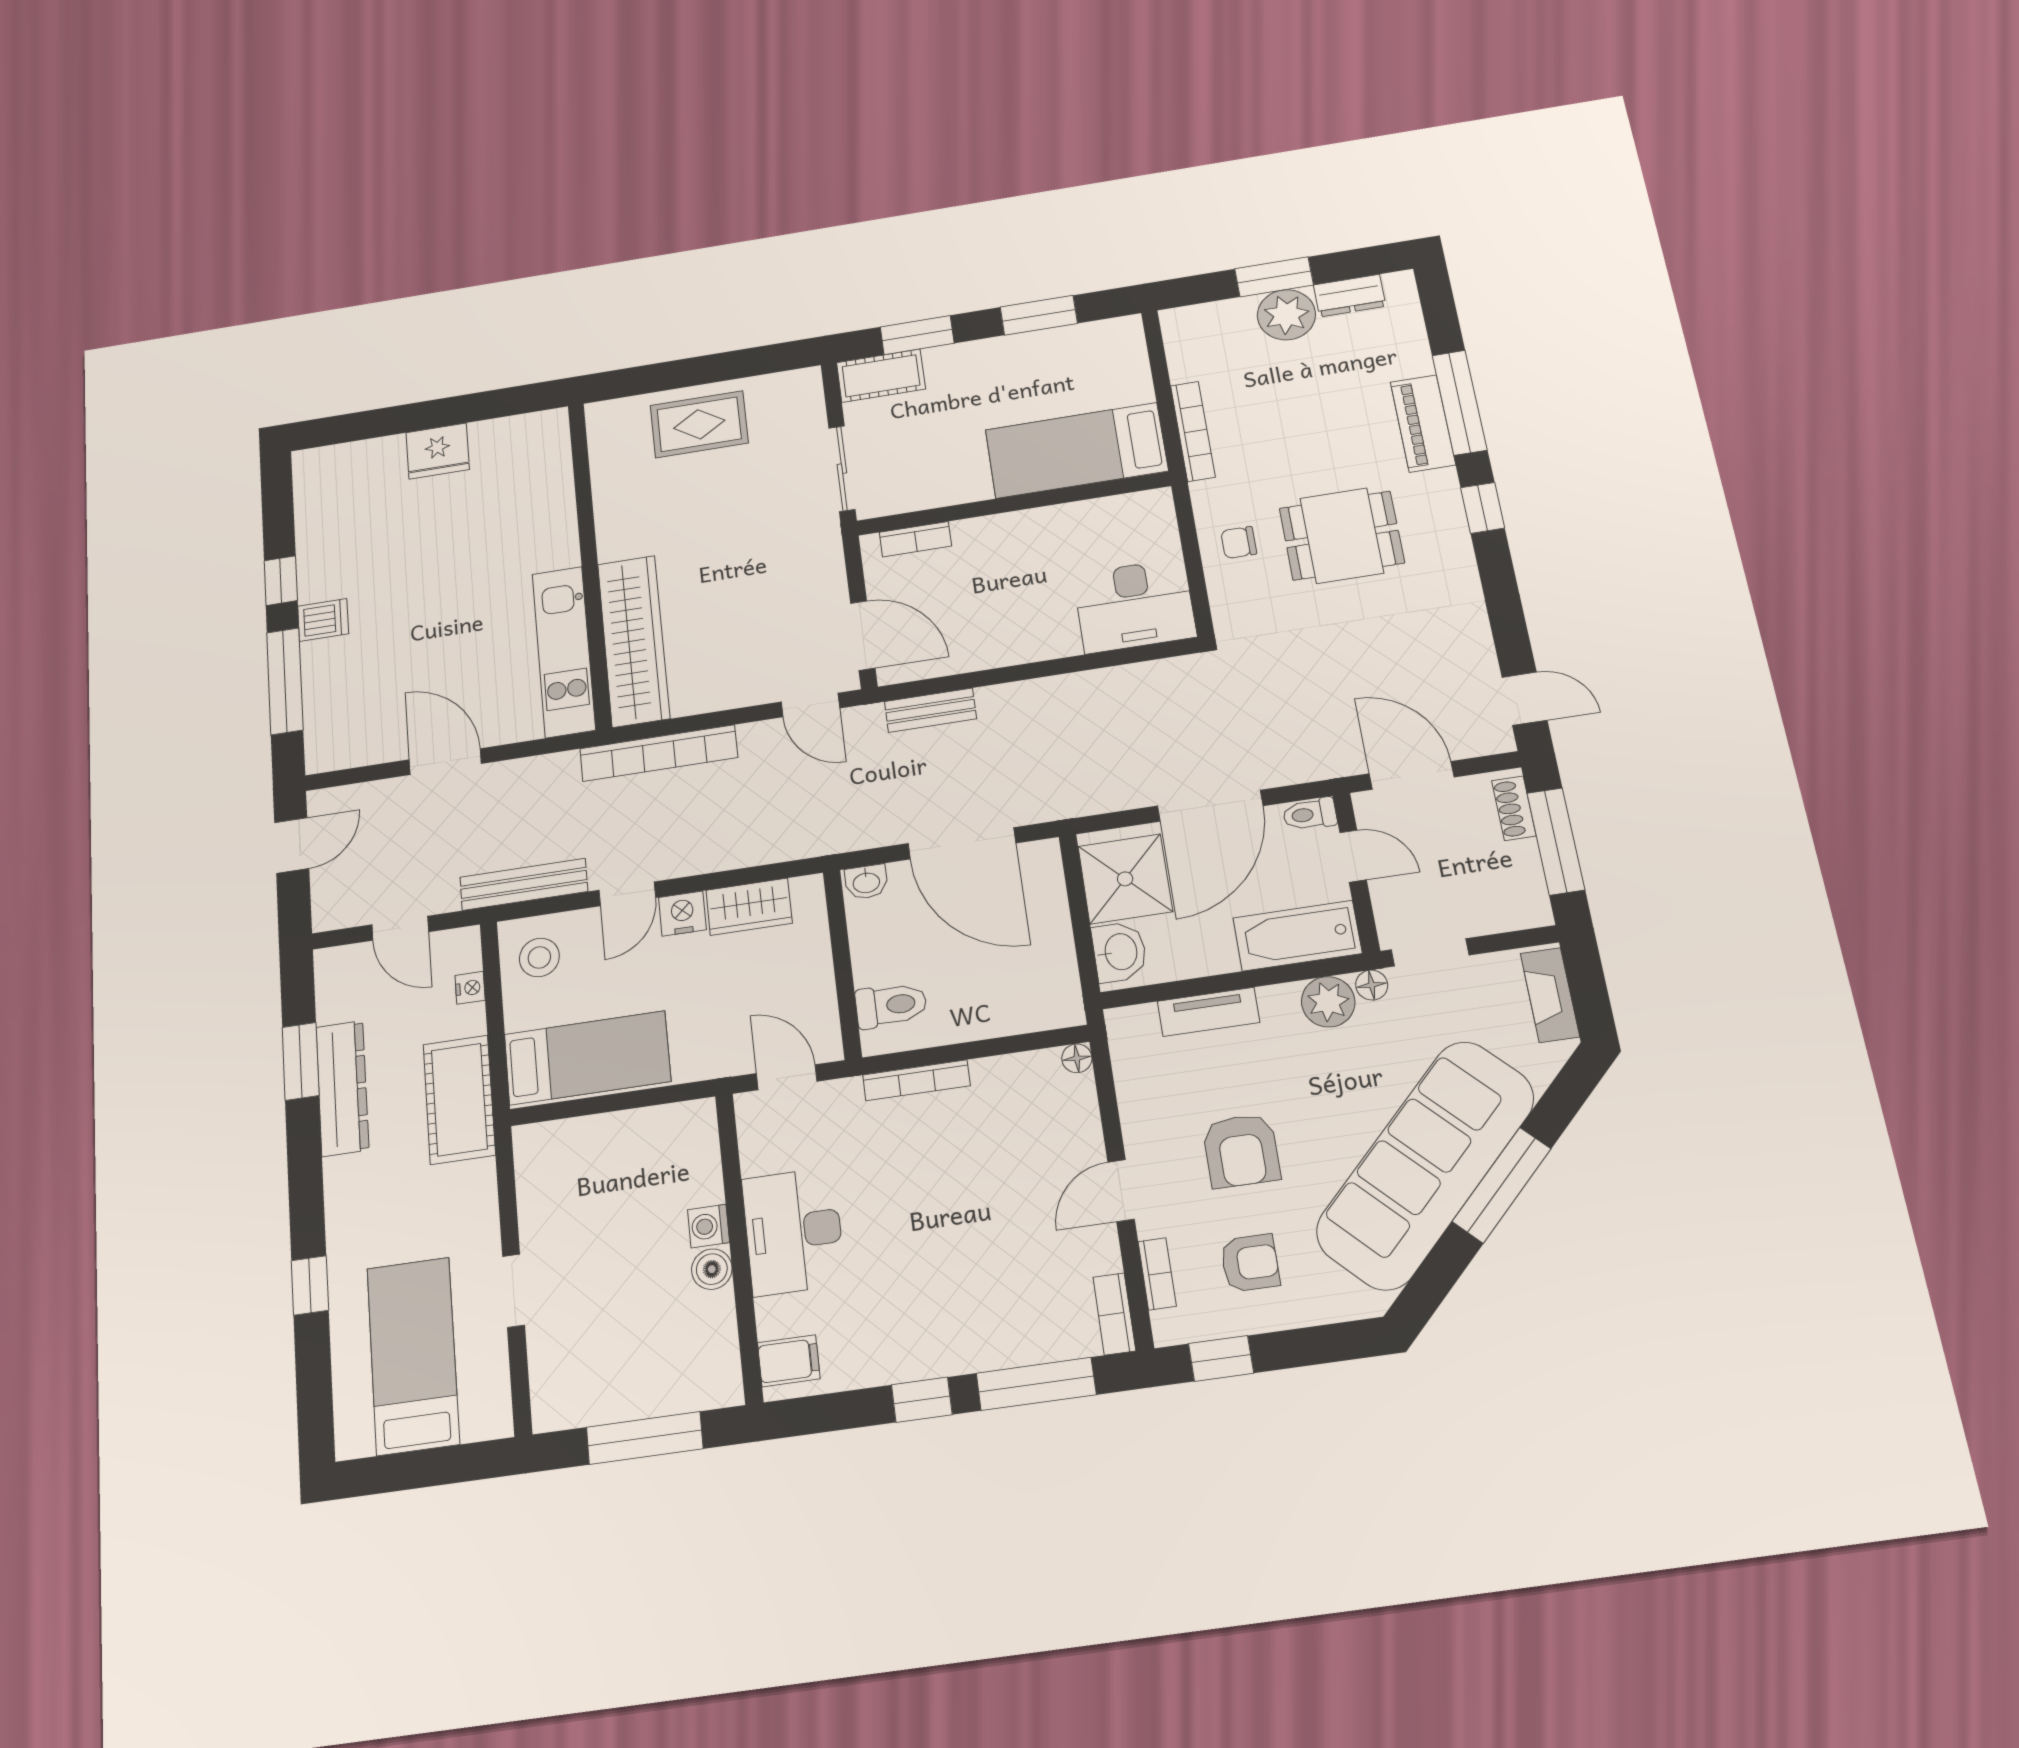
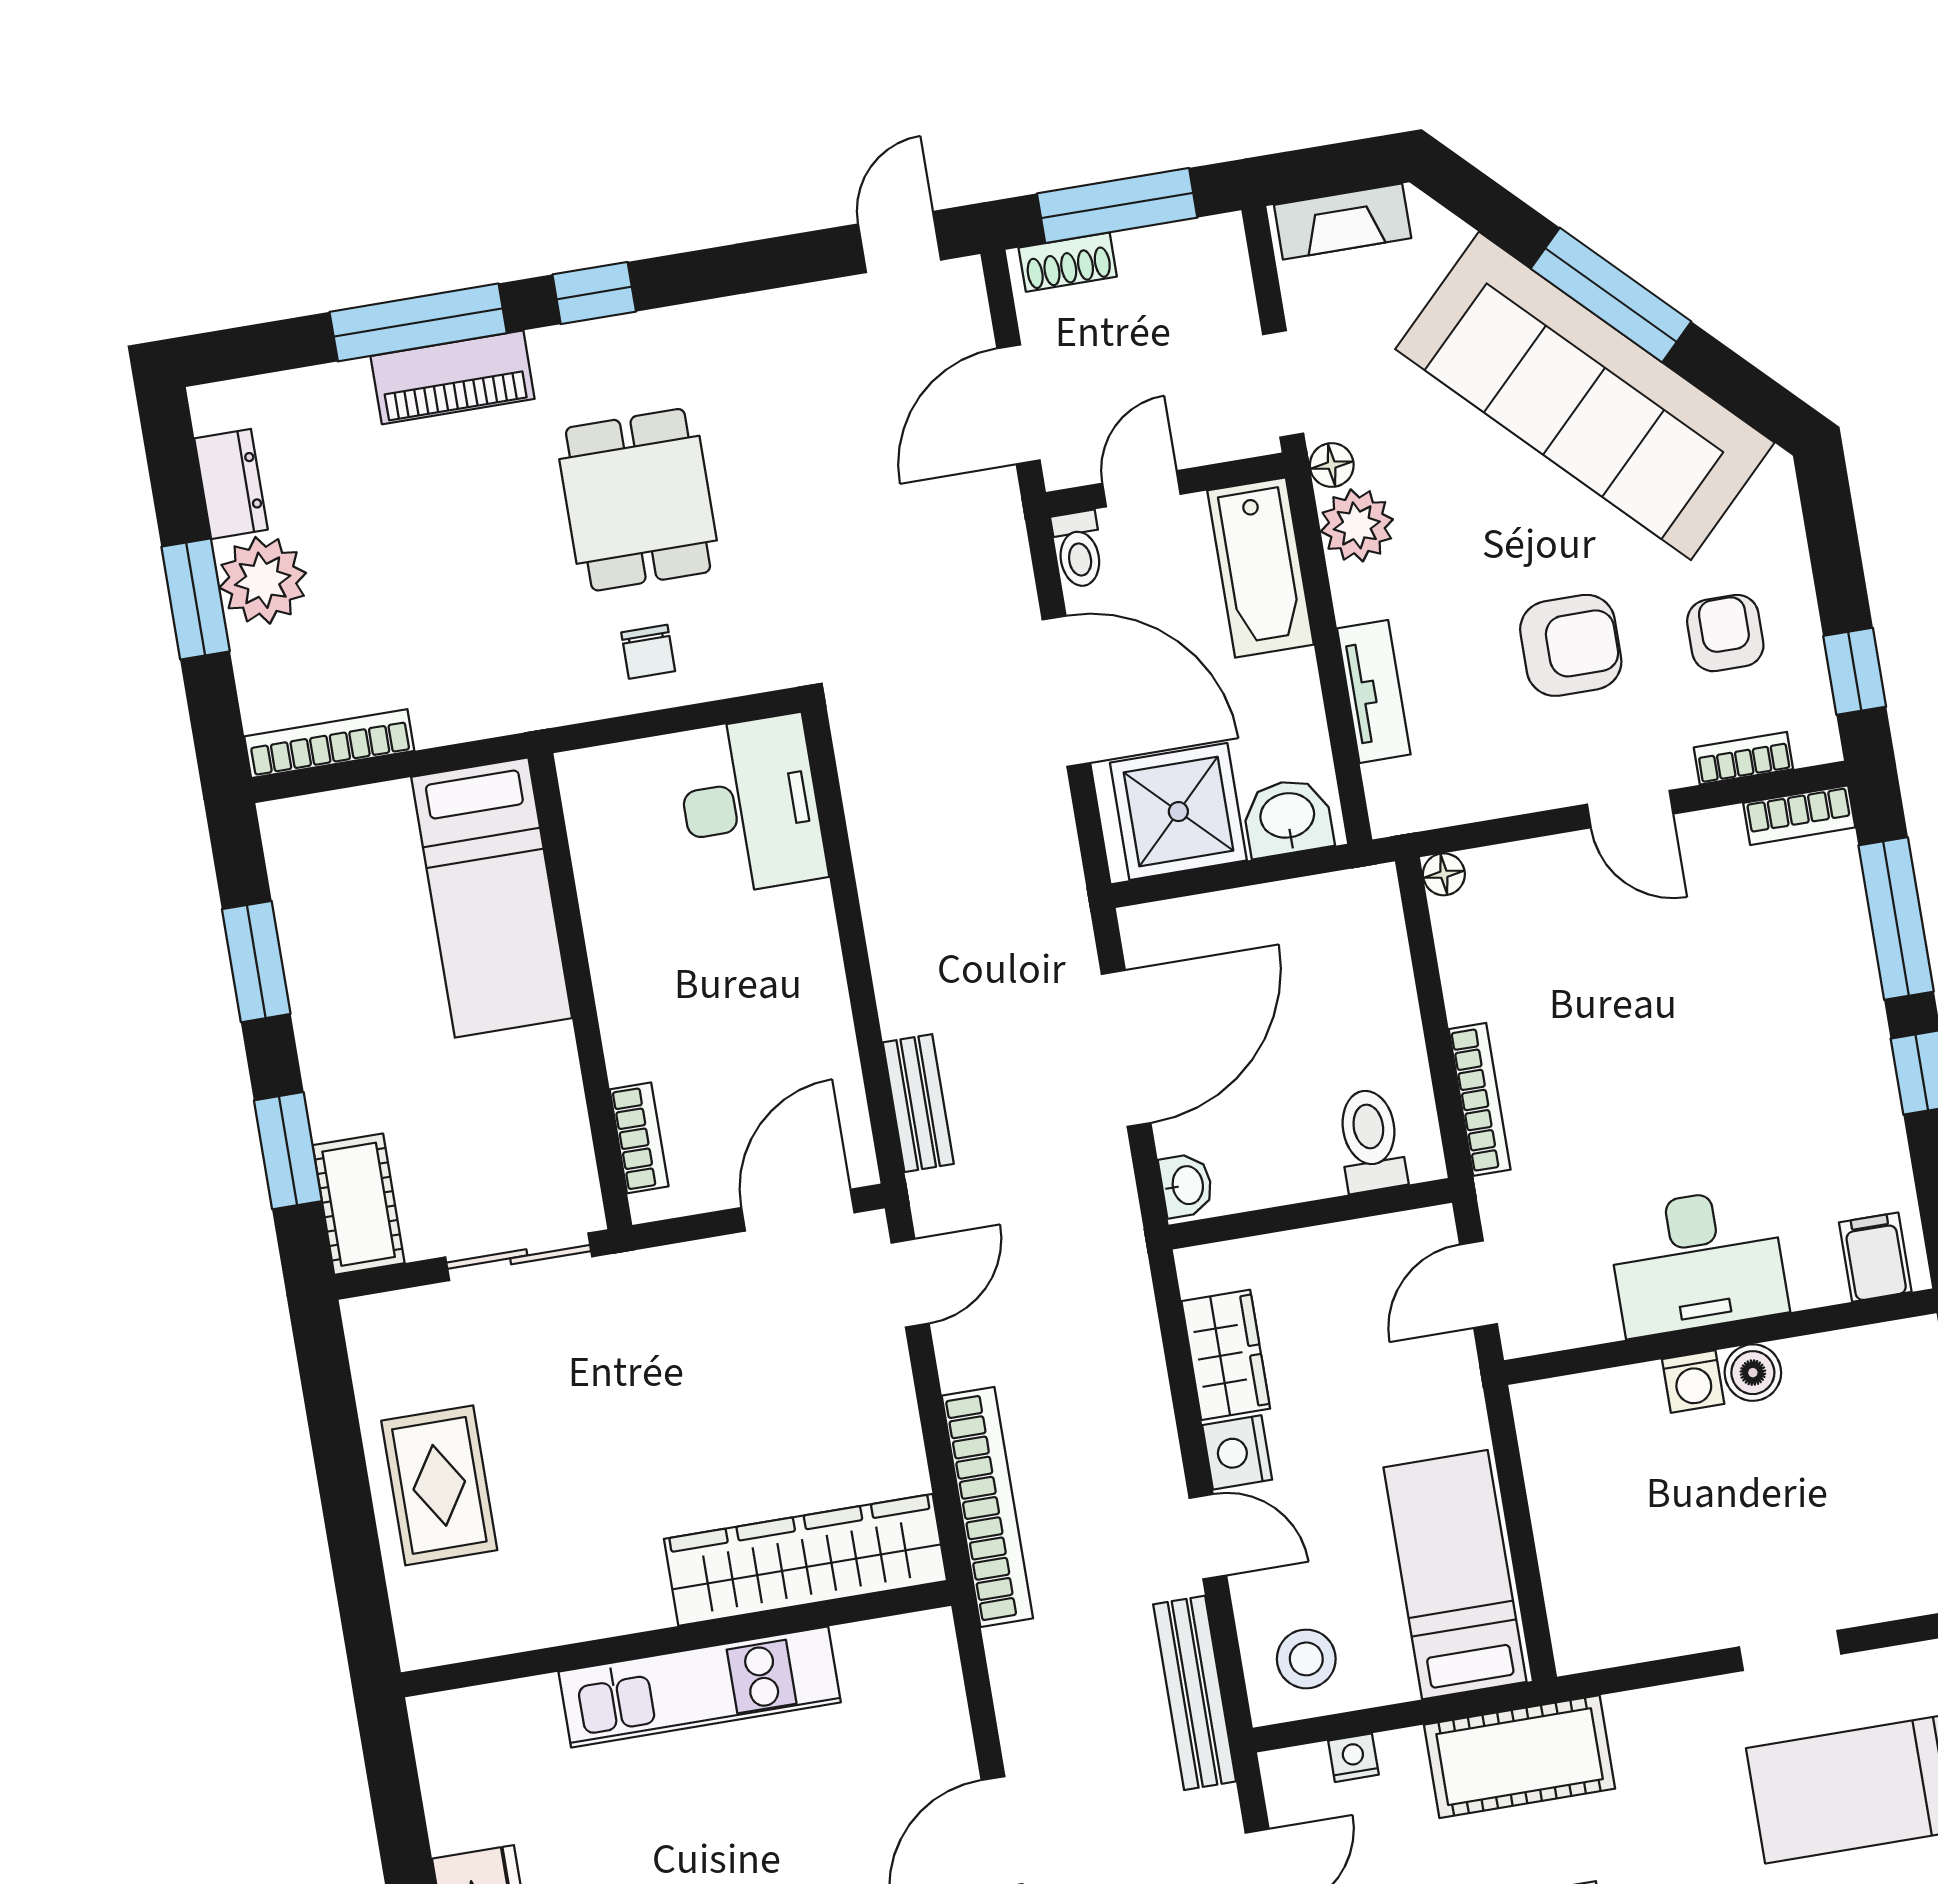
bookcase: (1193, 431) -> (329, 744), moved
kitchen unit: (564, 651) -> (700, 1687), moved

